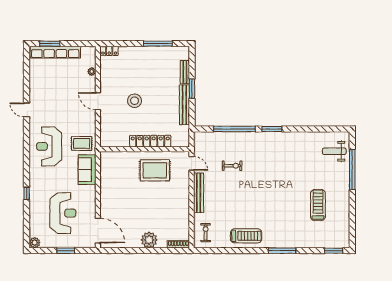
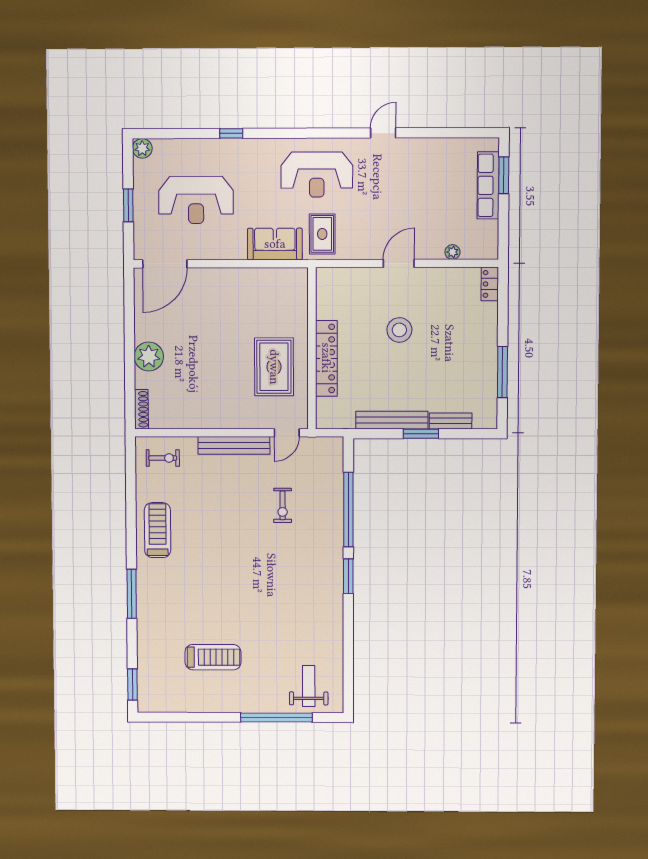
row of seats: (55, 52) -> (488, 185), width x0.73
reception desk: (49, 146) -> (317, 175), turned 180
treadmill: (246, 236) -> (158, 530), turned 180

